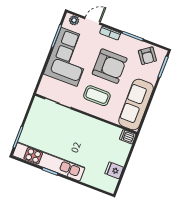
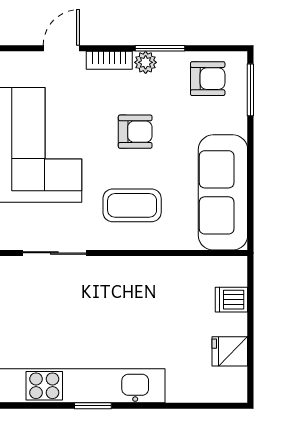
plant: (74, 20) -> (146, 62), moved
armchair: (147, 56) -> (208, 79), turned -54
armchair: (110, 66) -> (135, 132), width x0.53, depth x0.53
dishwasher: (128, 137) -> (231, 300), moved

